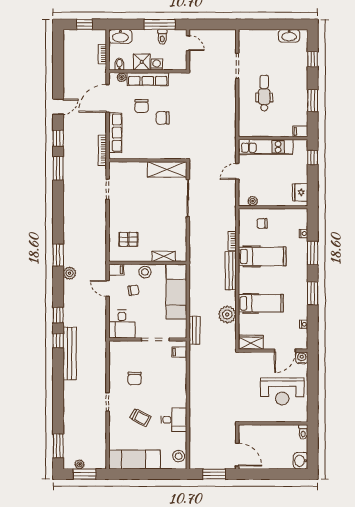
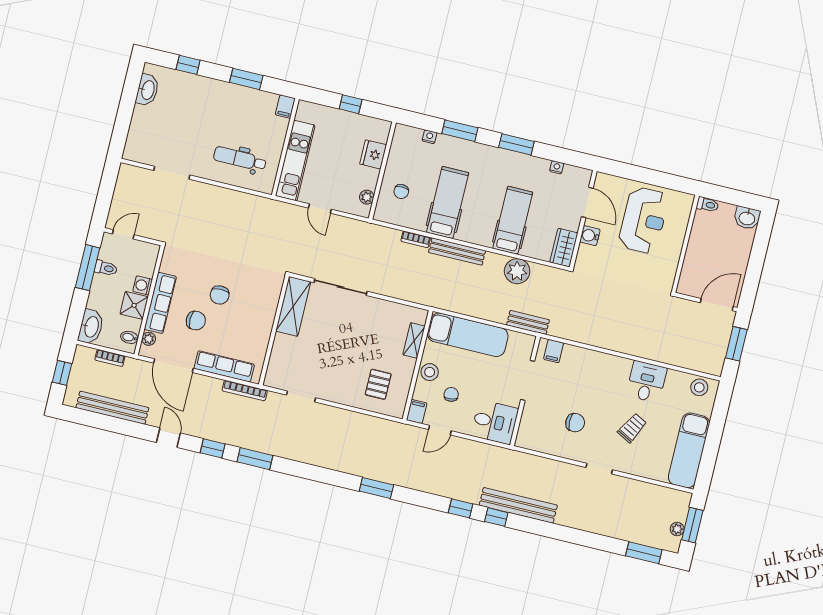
bench: (69, 64) -> (112, 408), added
dental chair: (264, 93) -> (240, 159), moved
window: (313, 158) -> (351, 104), moved
fridge: (300, 192) -> (373, 154), moved, turned 90
plant: (69, 273) -> (406, 478), removed
water cooler: (302, 358) -> (590, 236), moved

